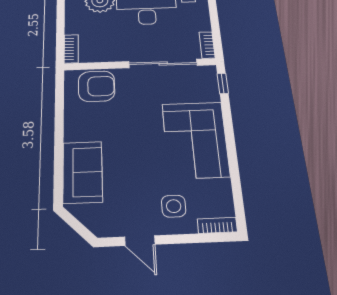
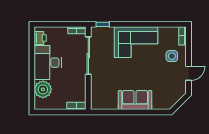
armchair: (97, 86) -> (102, 92), removed
sofa: (82, 172) -> (135, 100), moved

